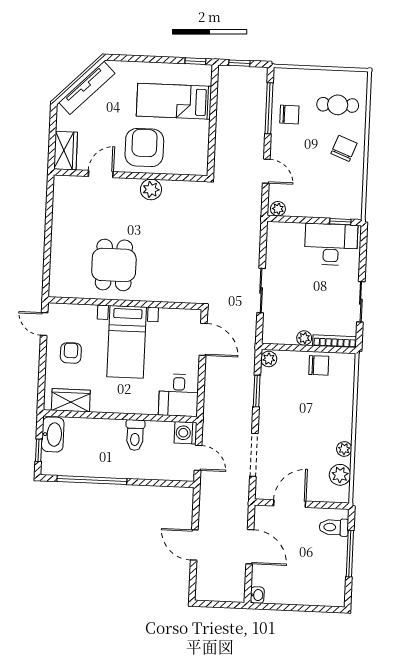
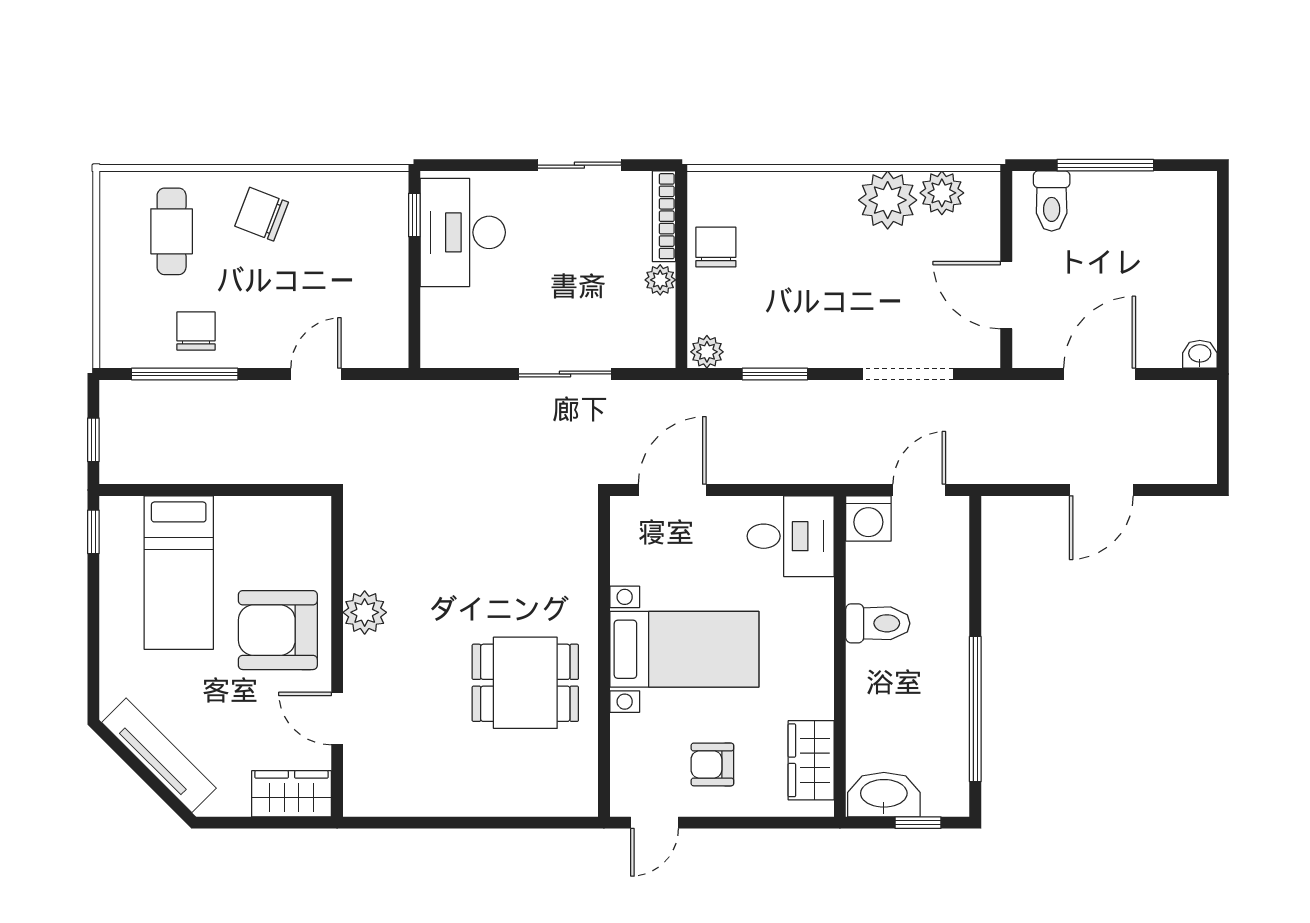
plant: (278, 209) -> (393, 346), removed
plant: (344, 449) -> (888, 200), width x1.88, depth x1.88

